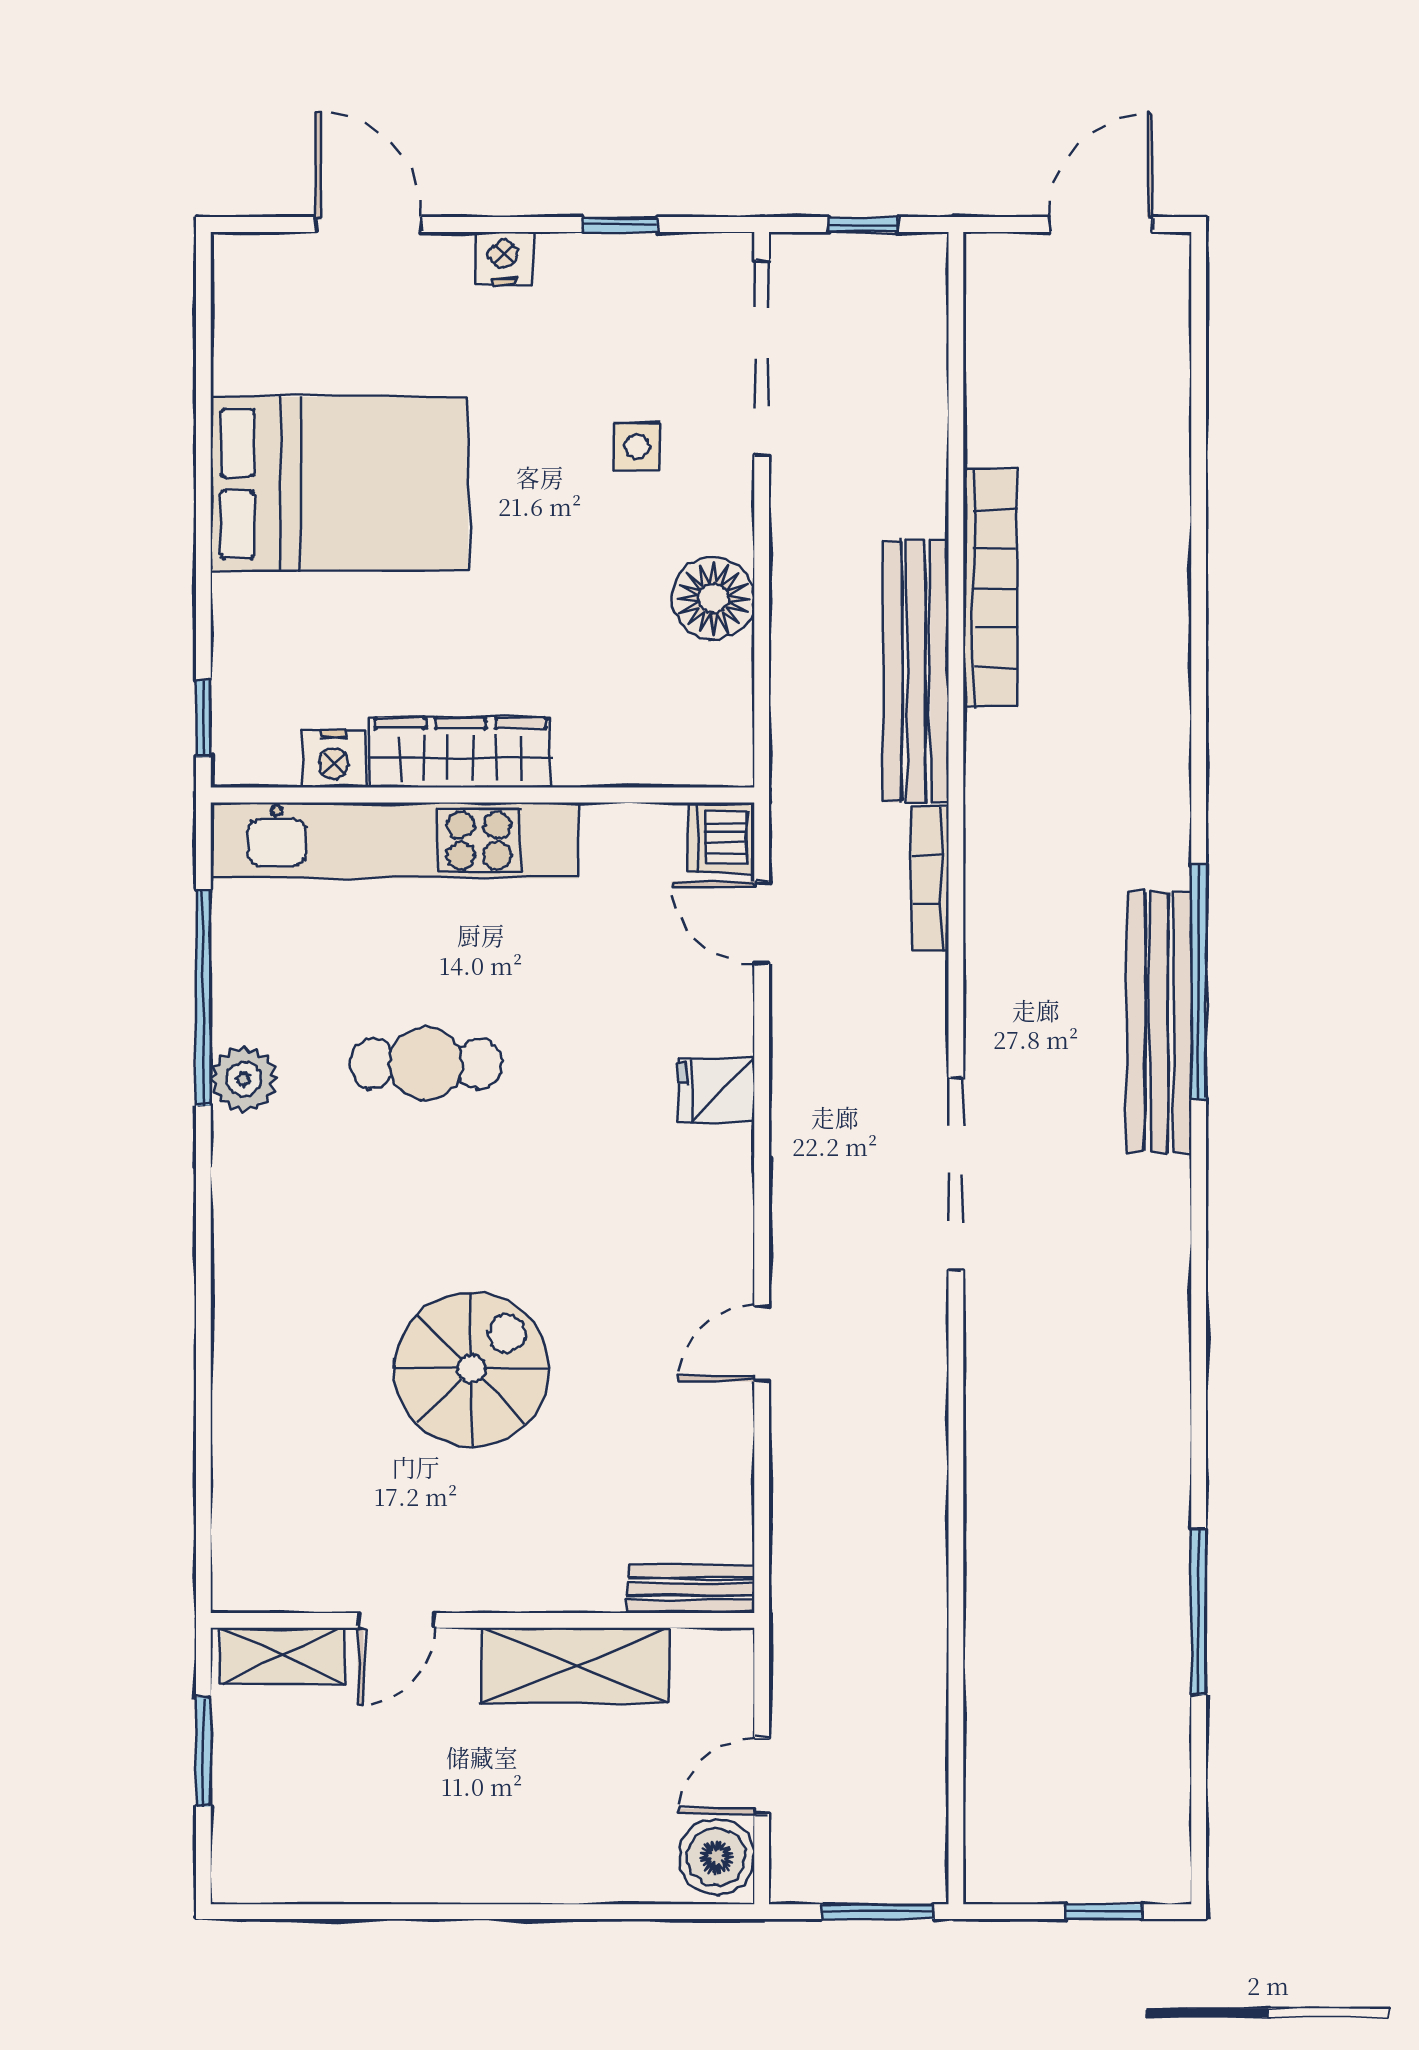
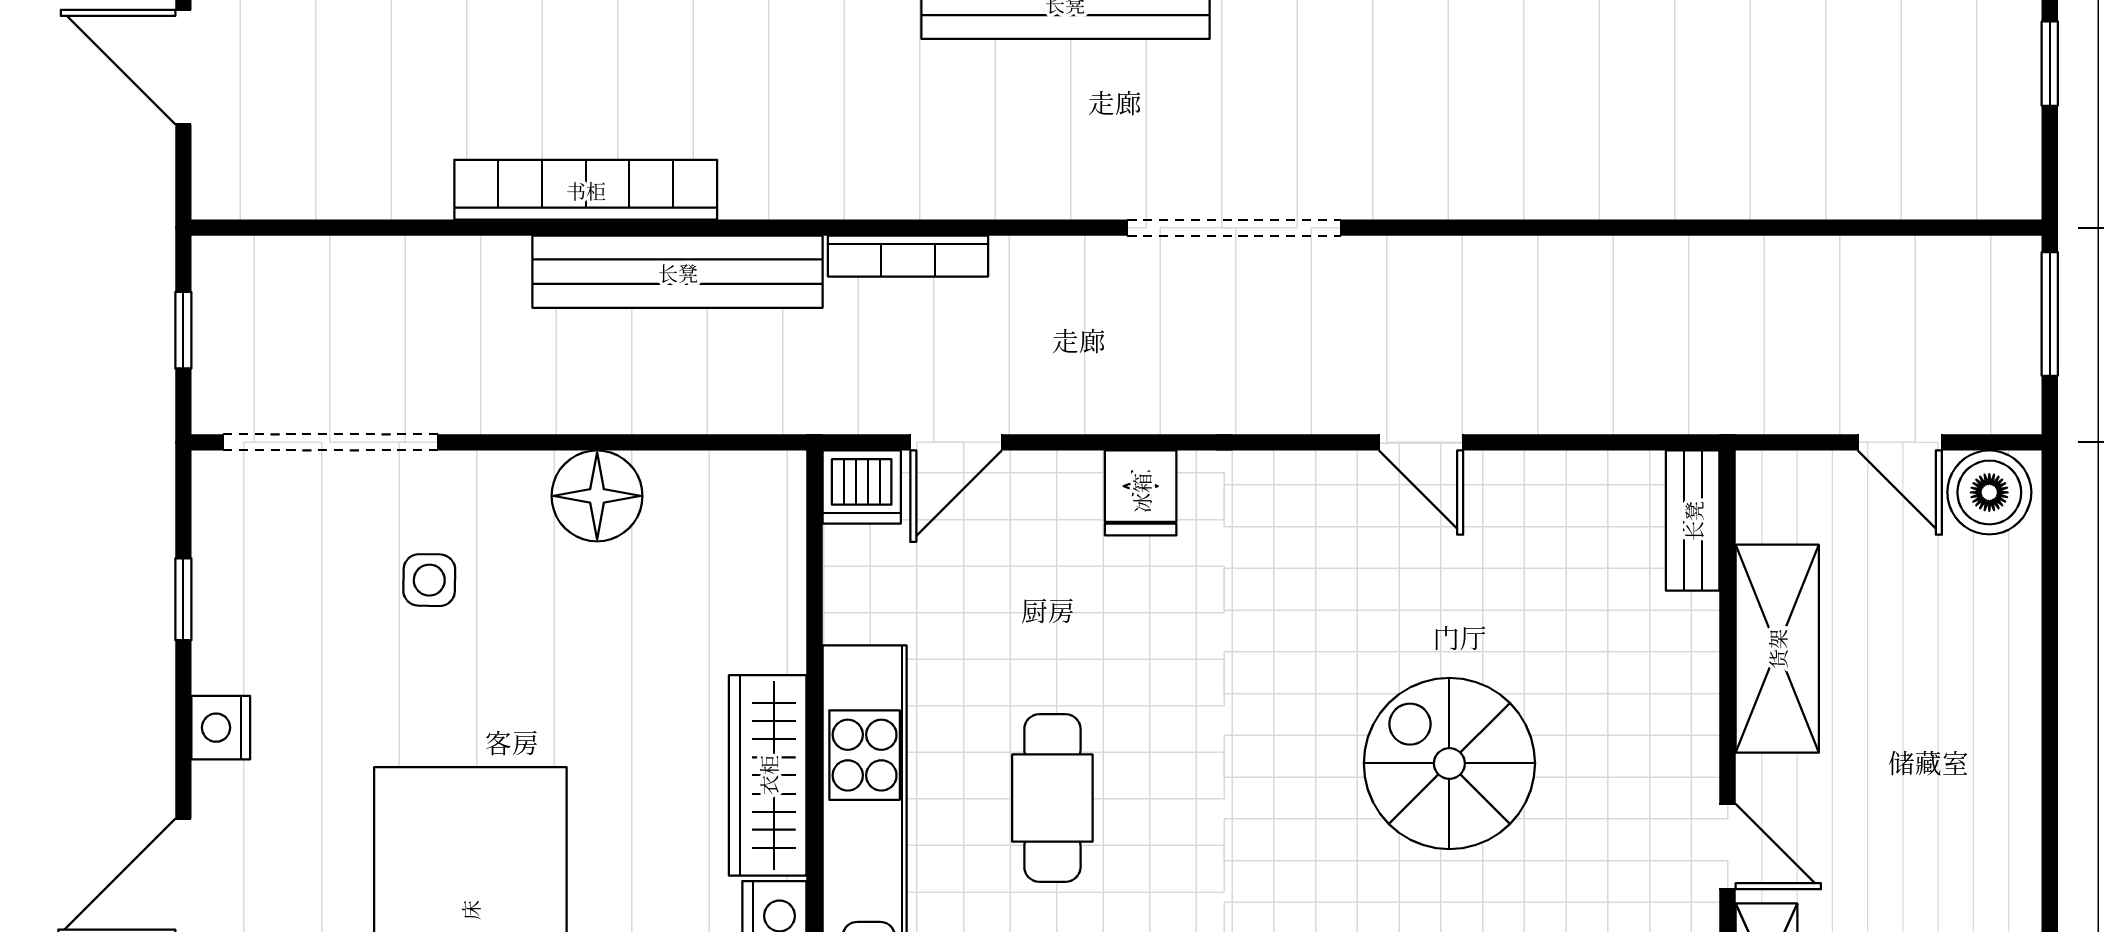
cafe table: (426, 1064) -> (1052, 798), moved

